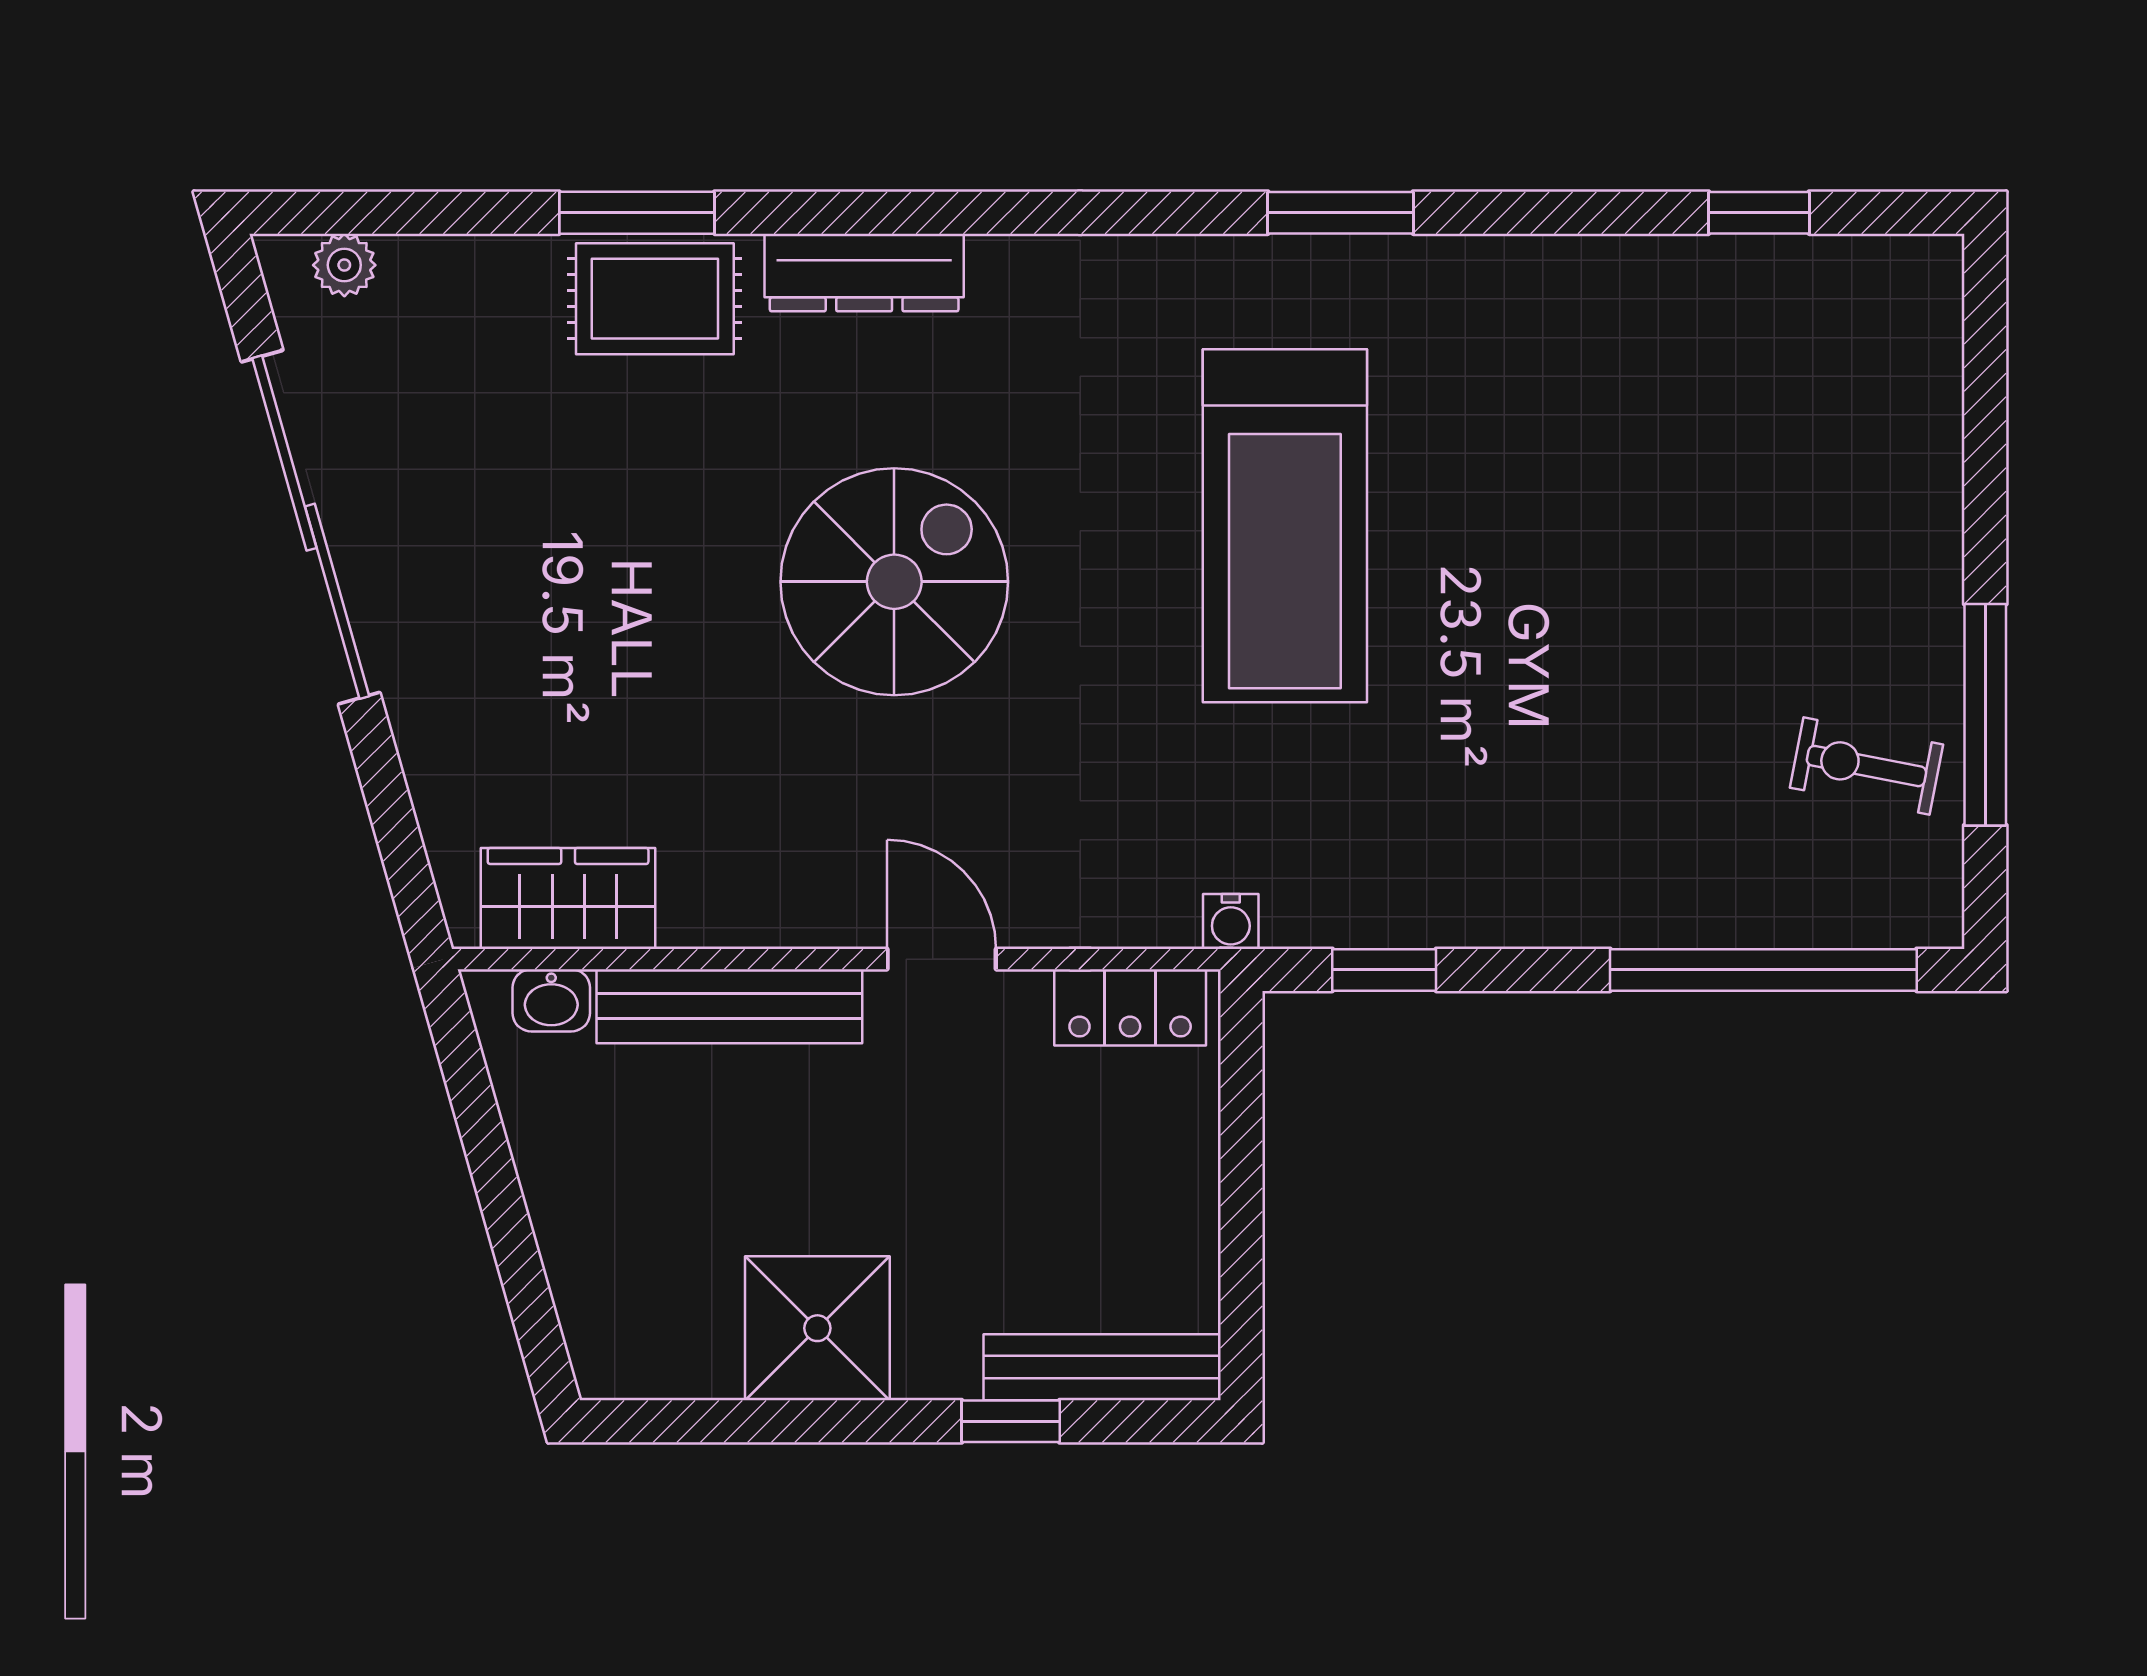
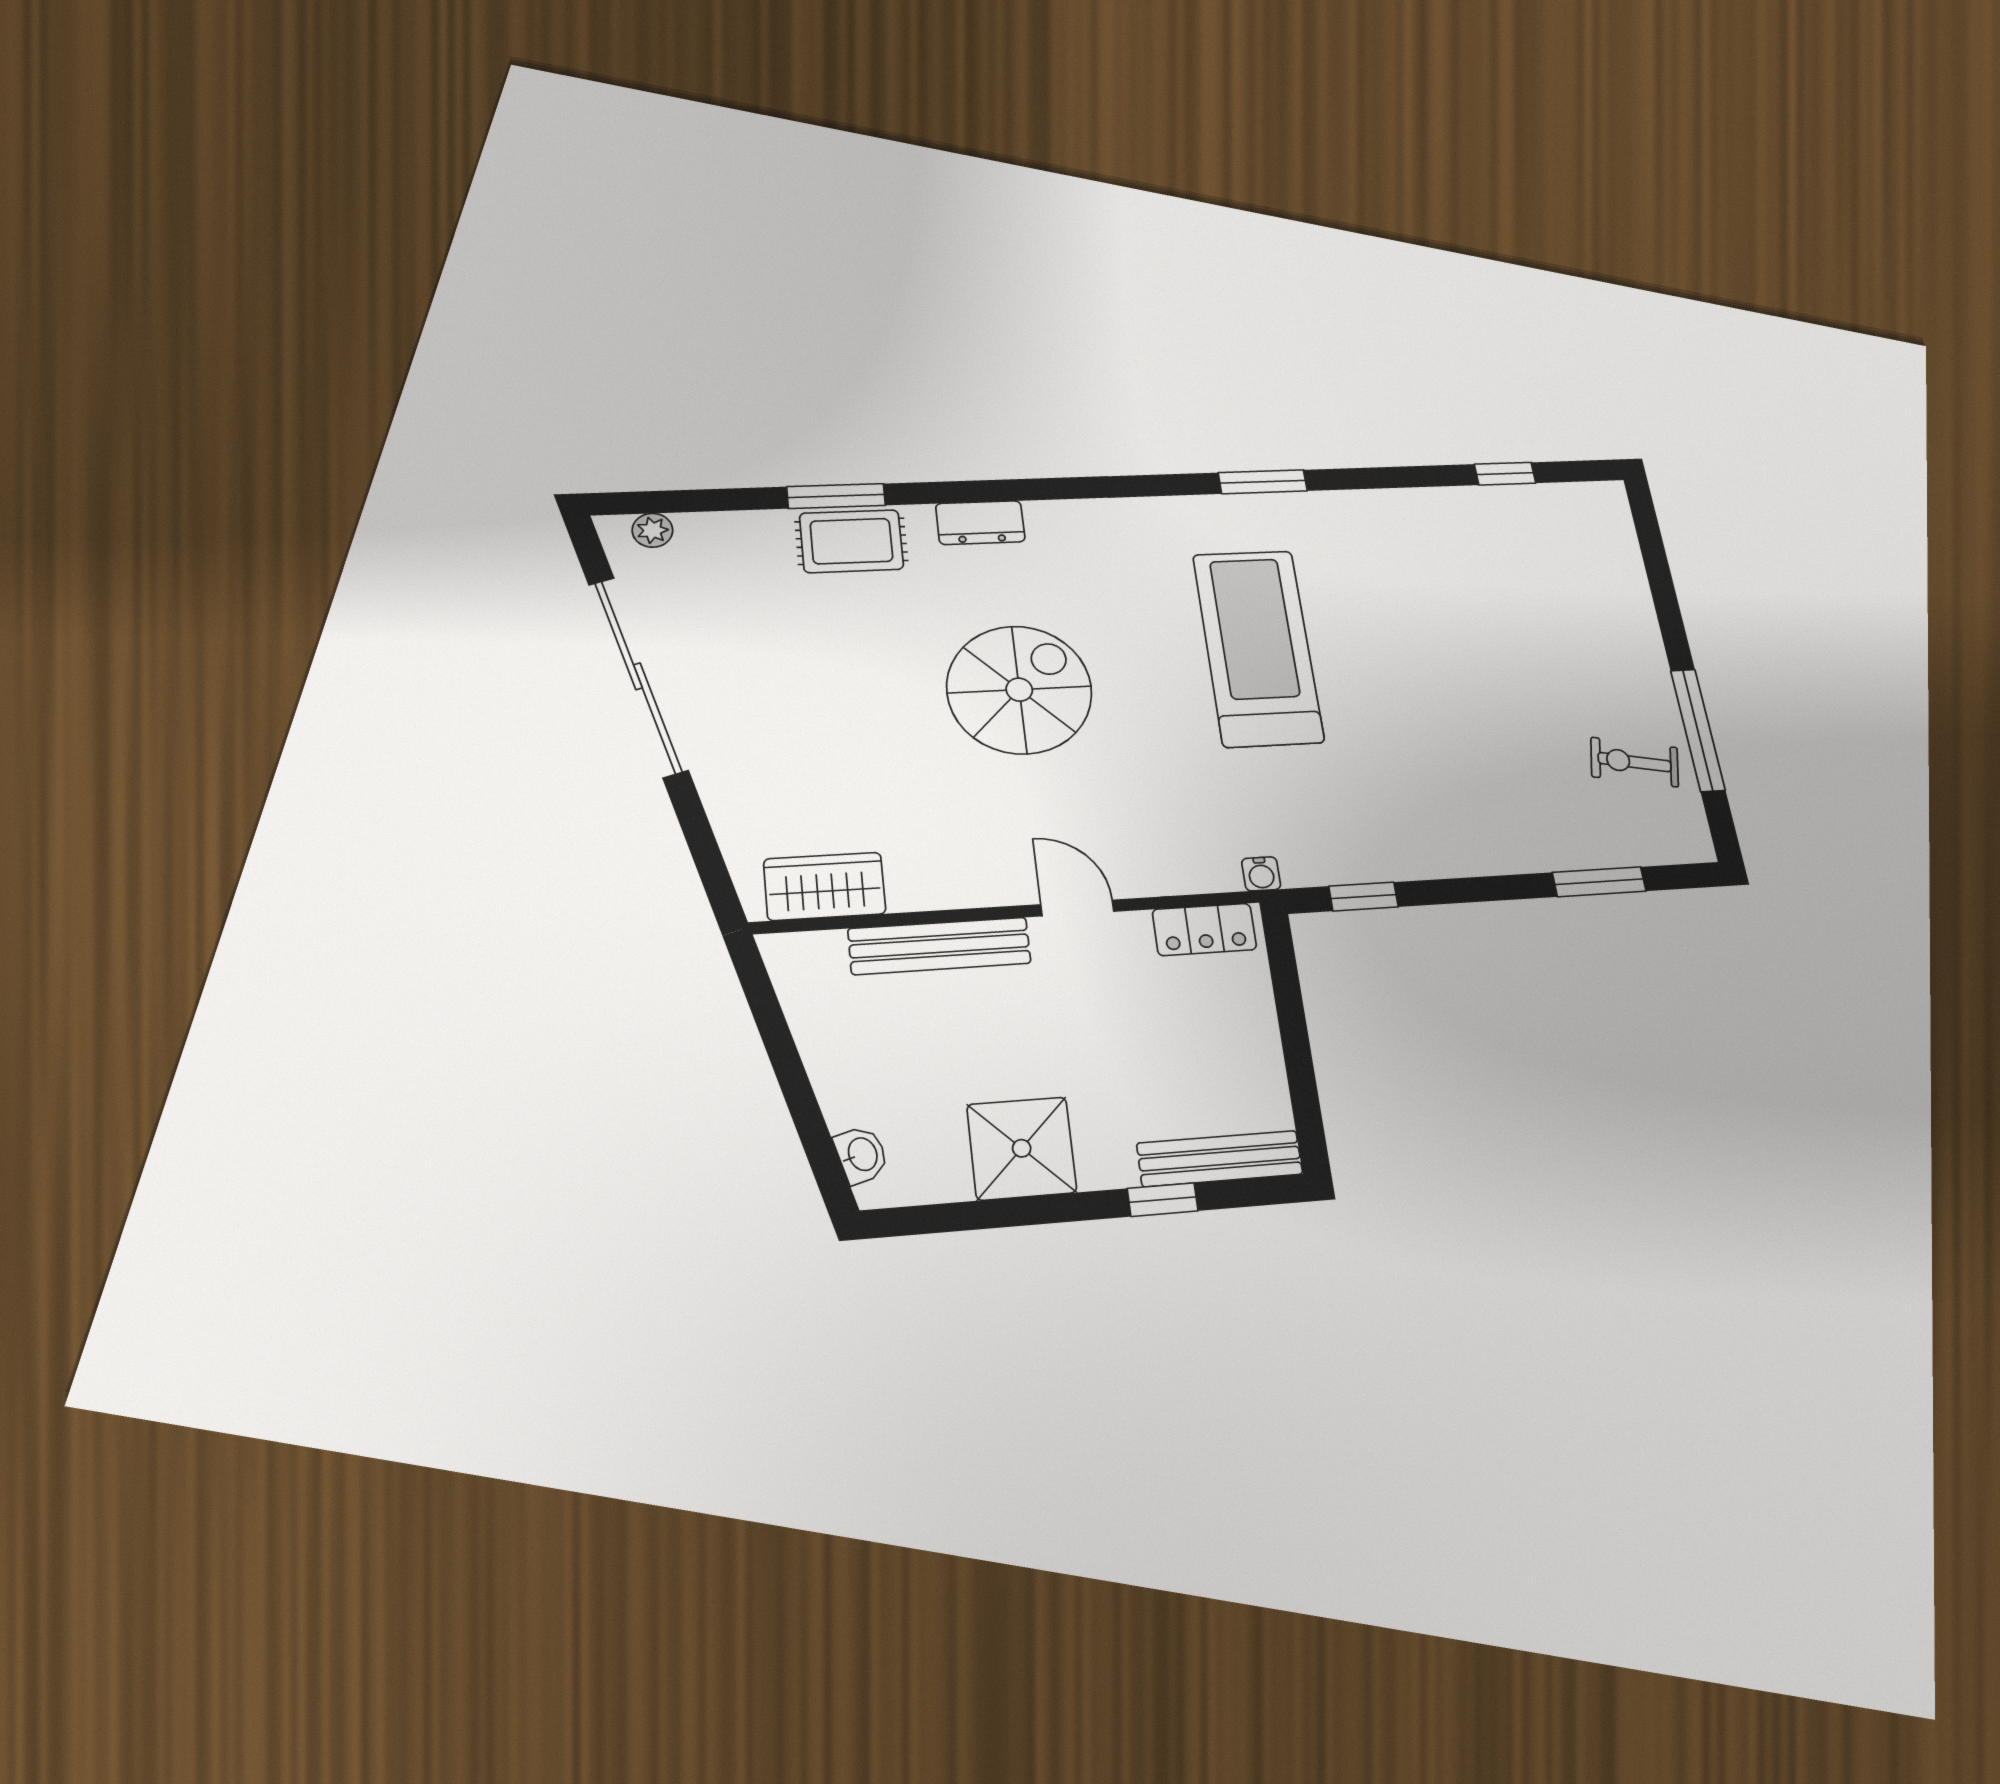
dresser: (864, 273) -> (980, 523), width x0.70
treadmill: (1285, 526) -> (1258, 648), turned 180
window: (1763, 970) -> (1599, 882), width x0.47
washbasin: (551, 1000) -> (861, 1155), moved, turned -106

